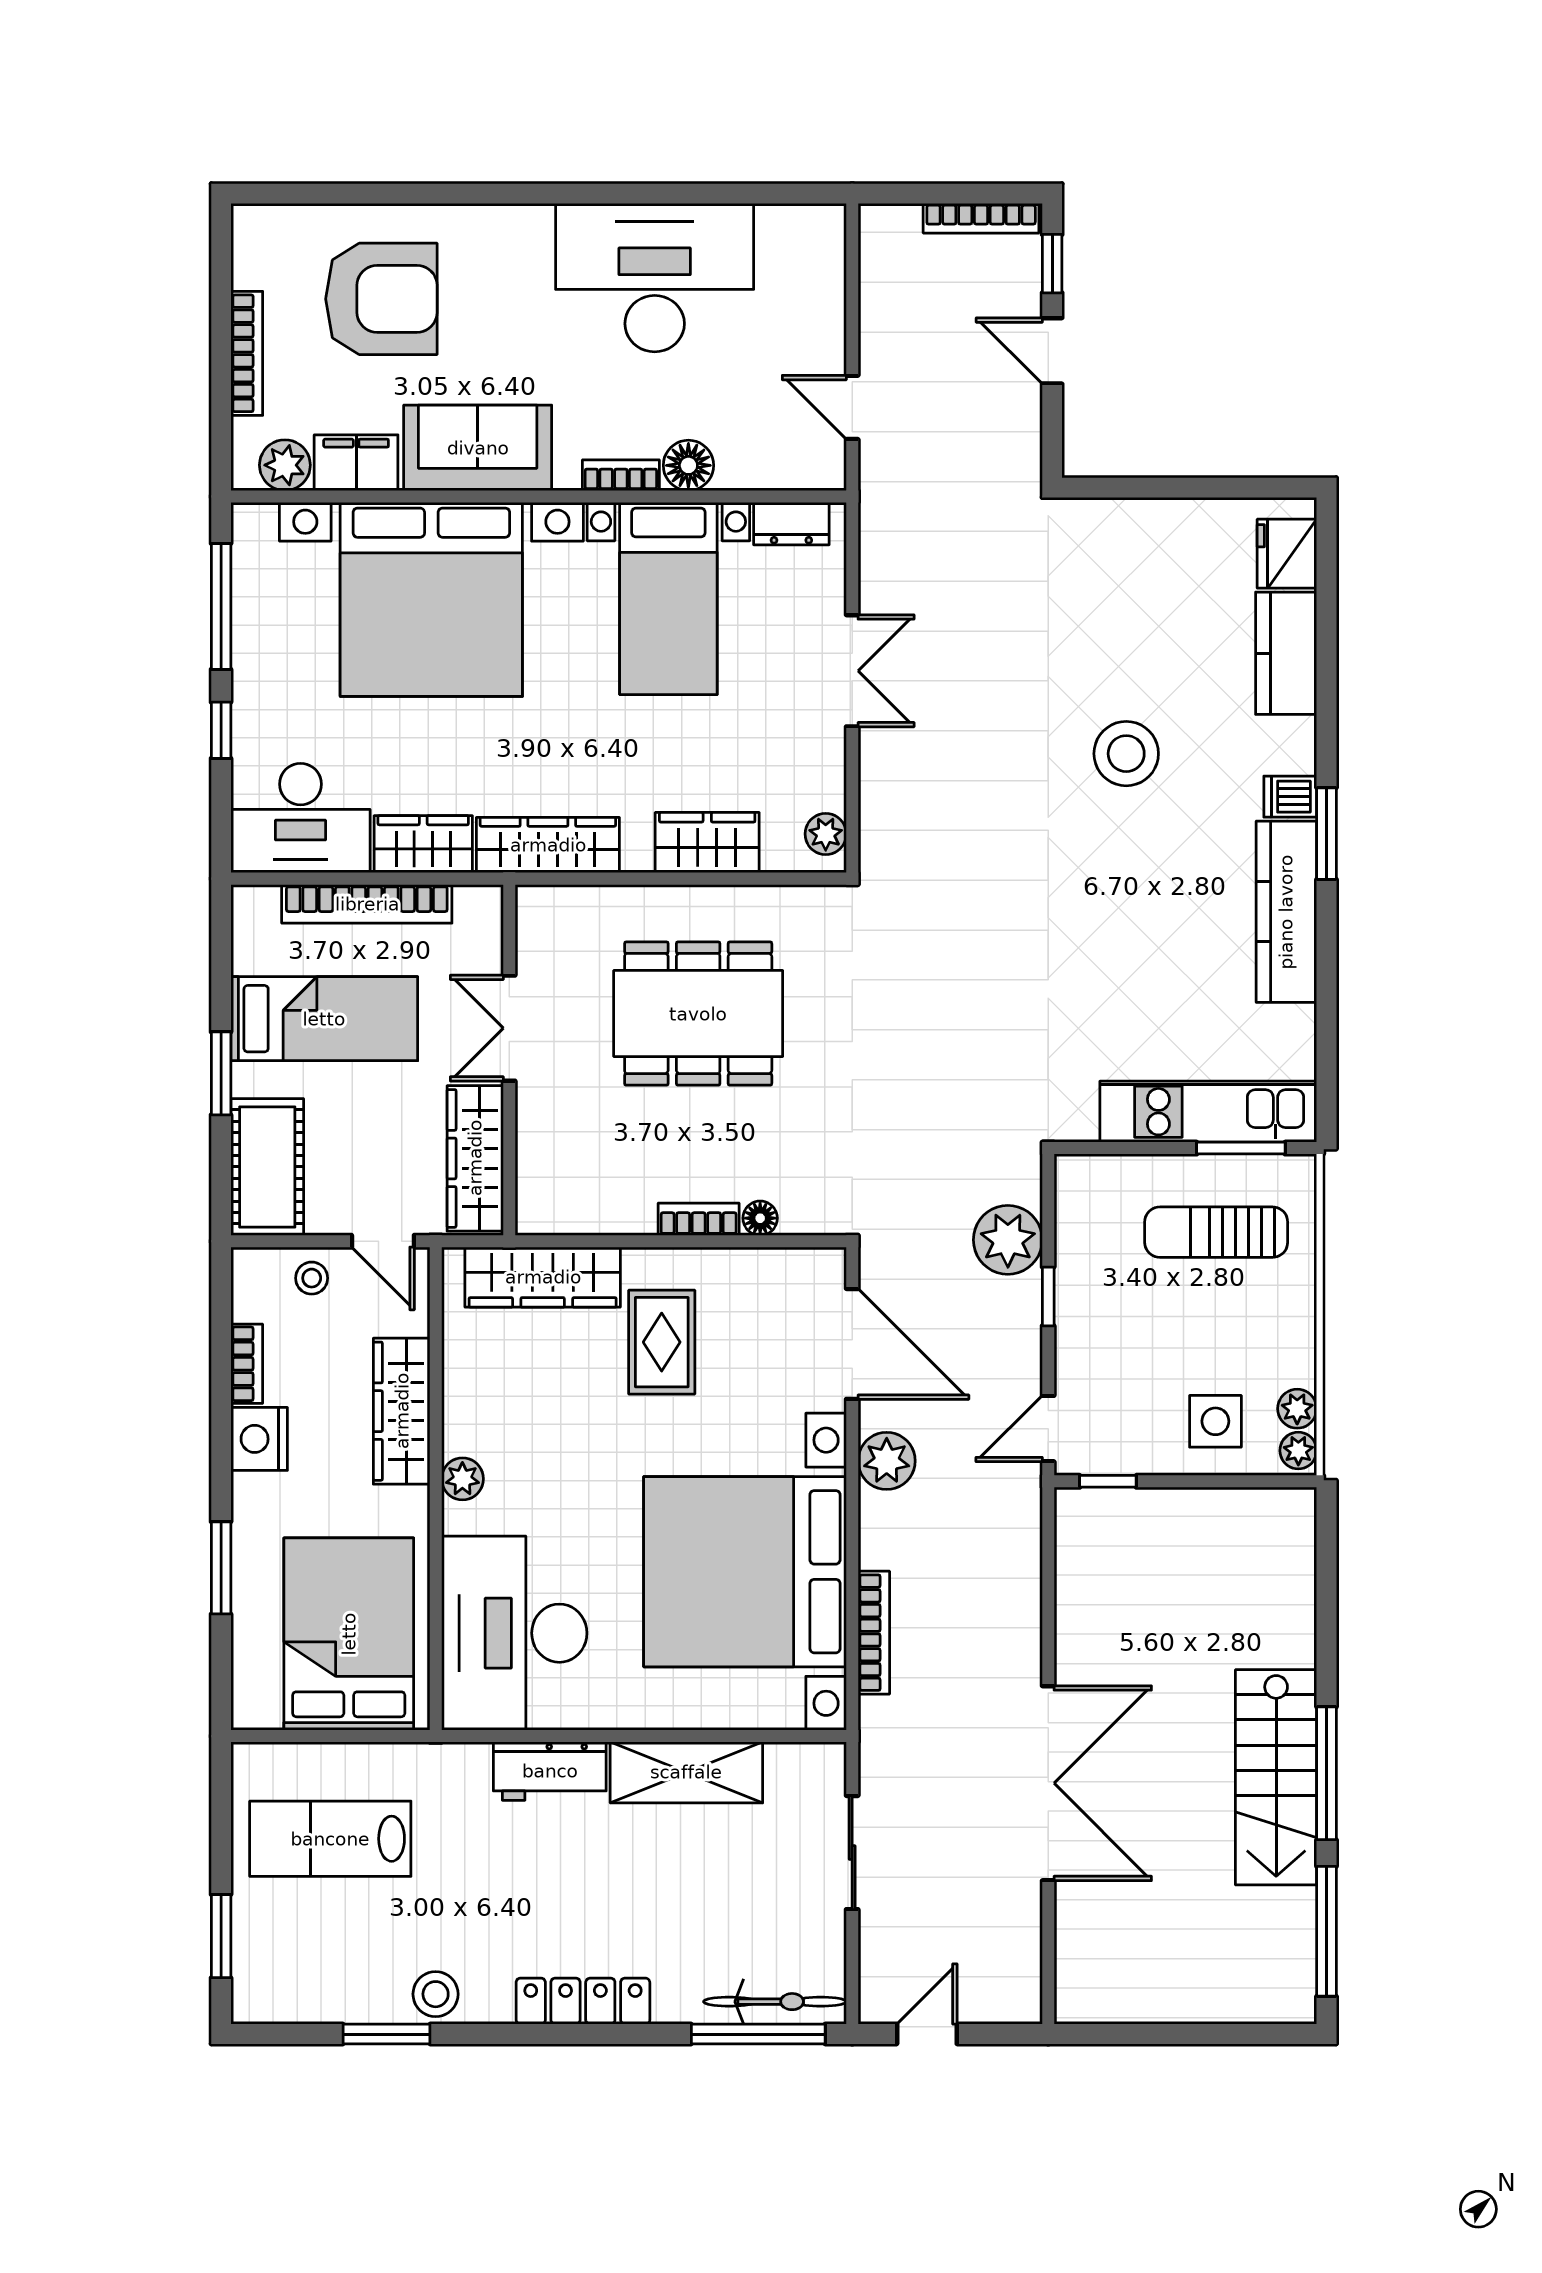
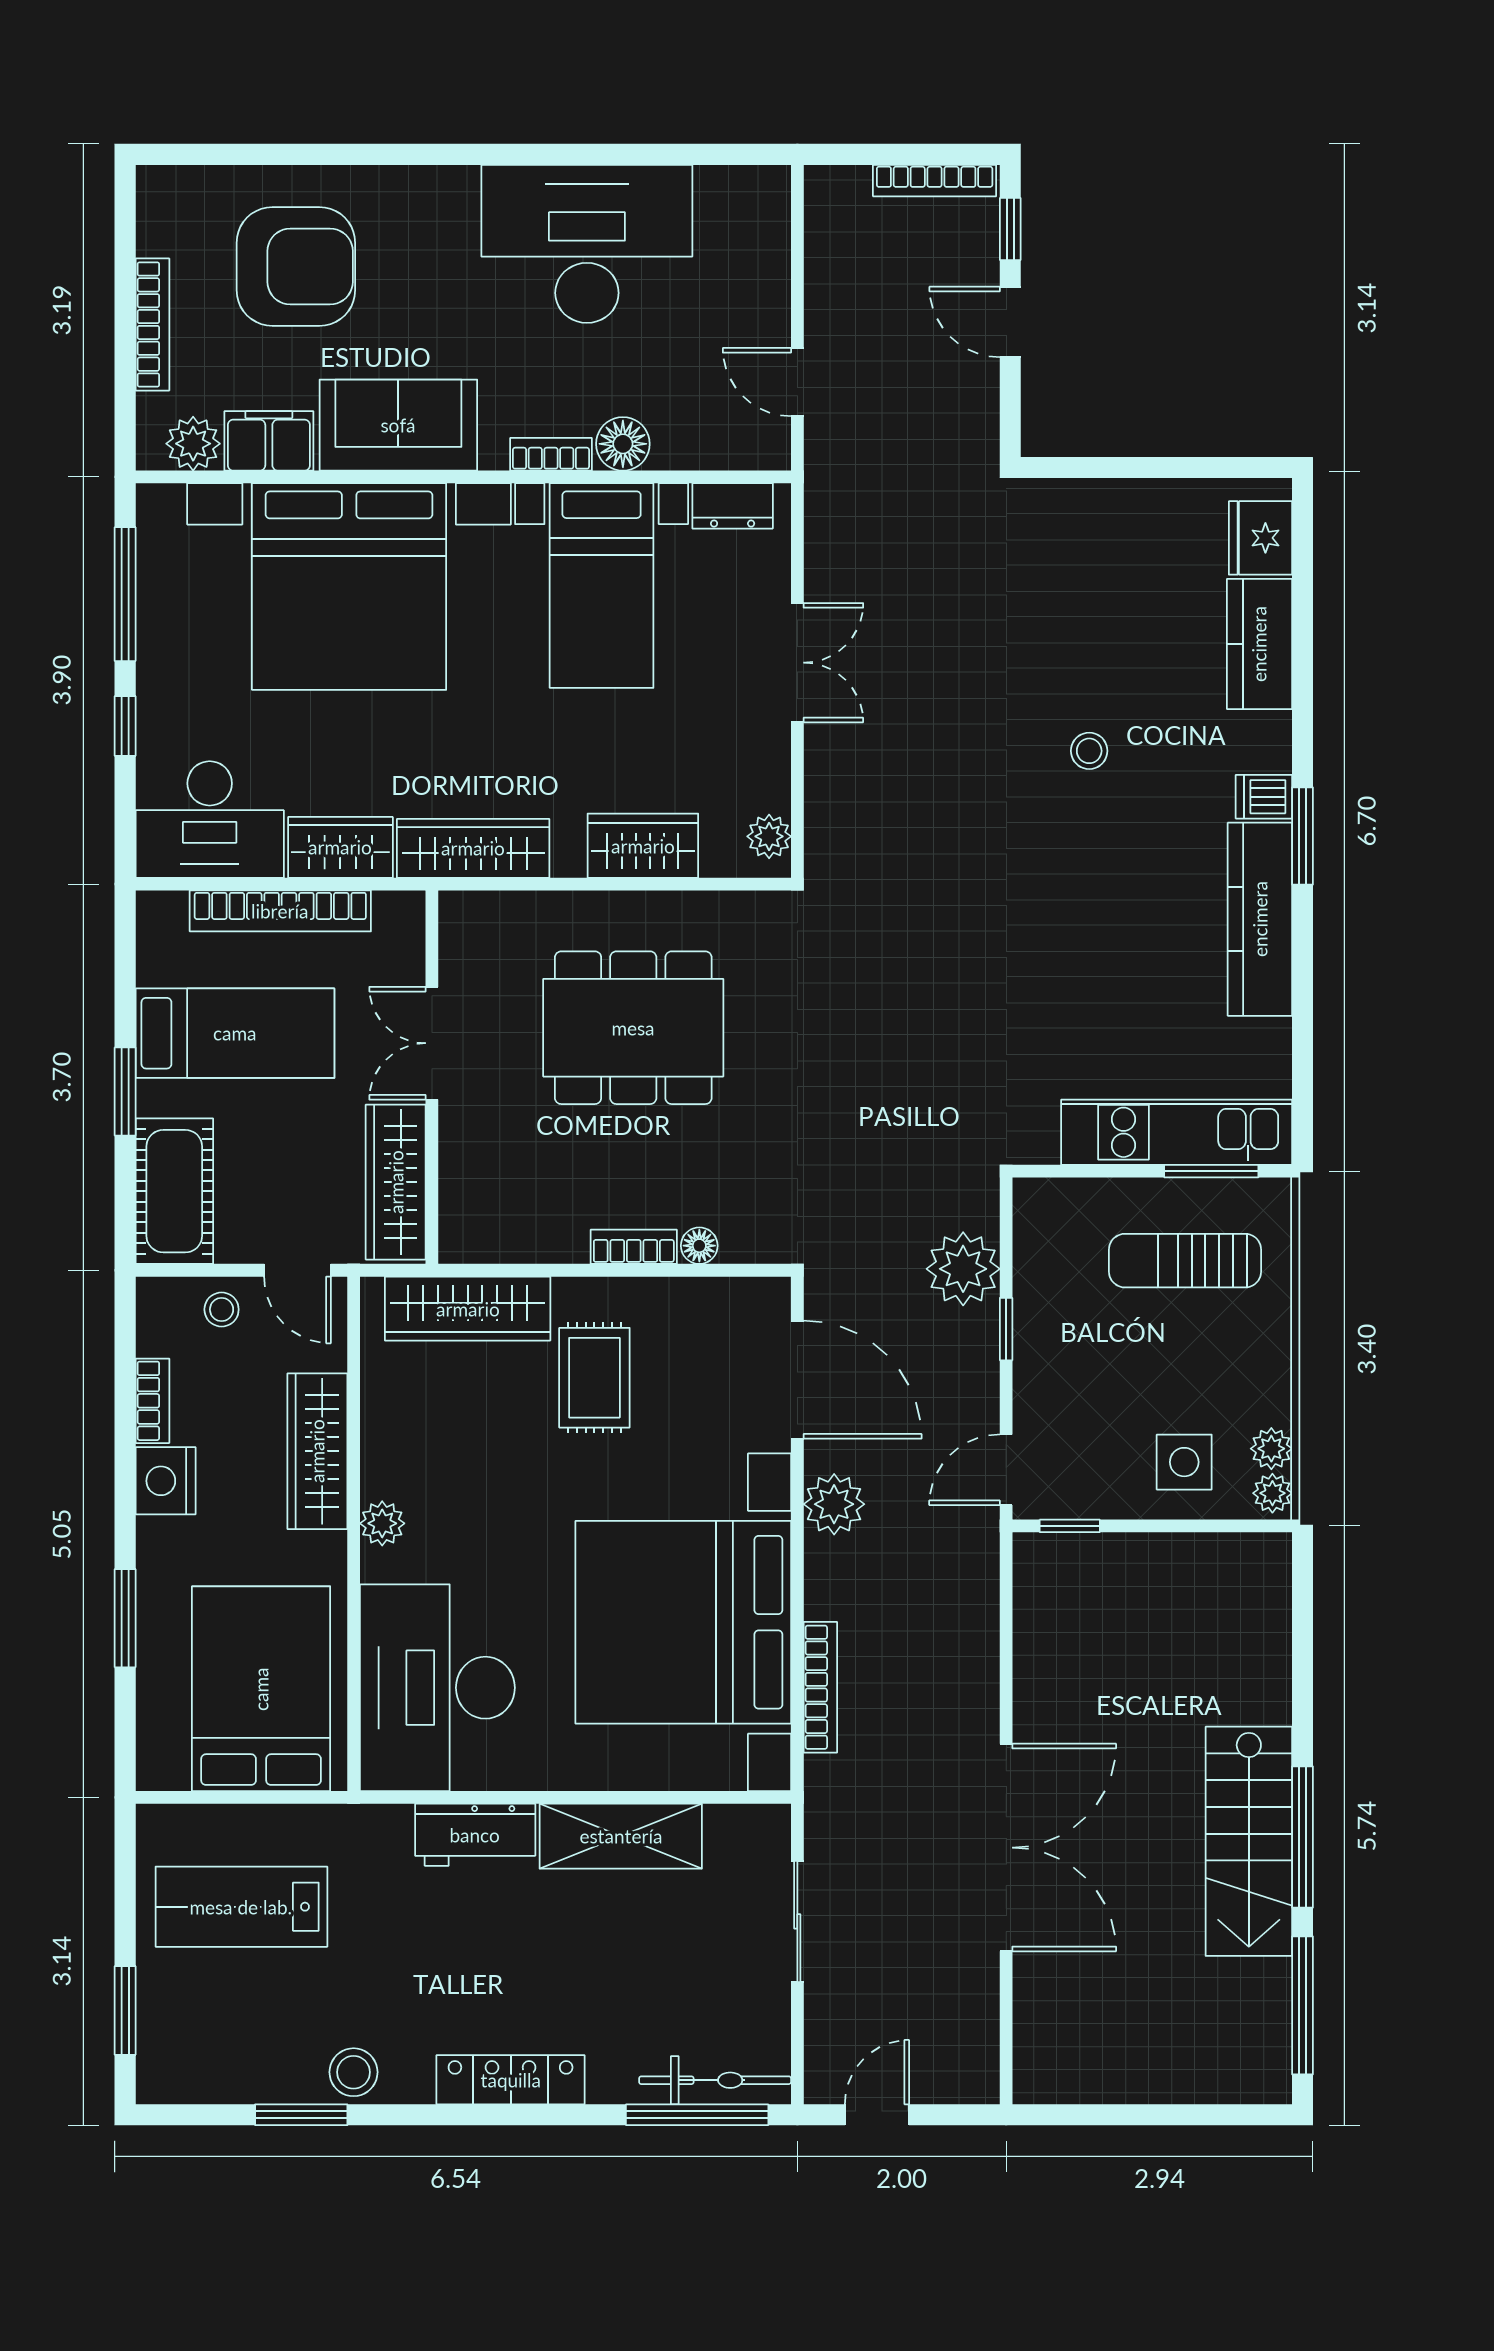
stool: (1126, 754) -> (1089, 751), width x0.53, depth x0.53

